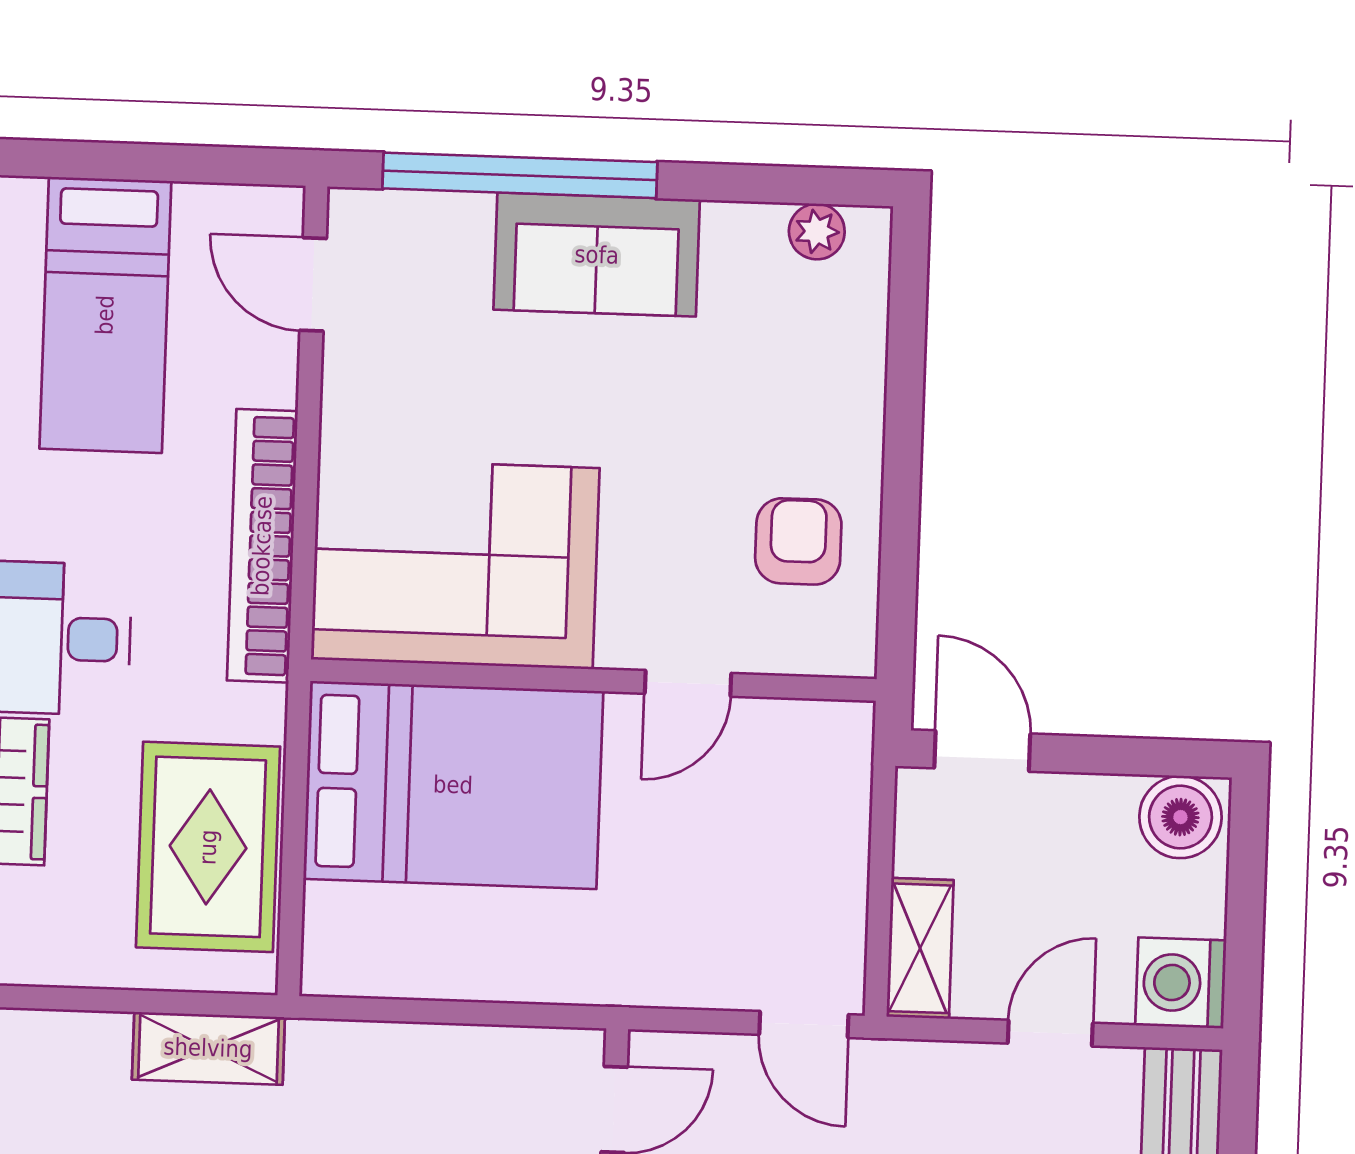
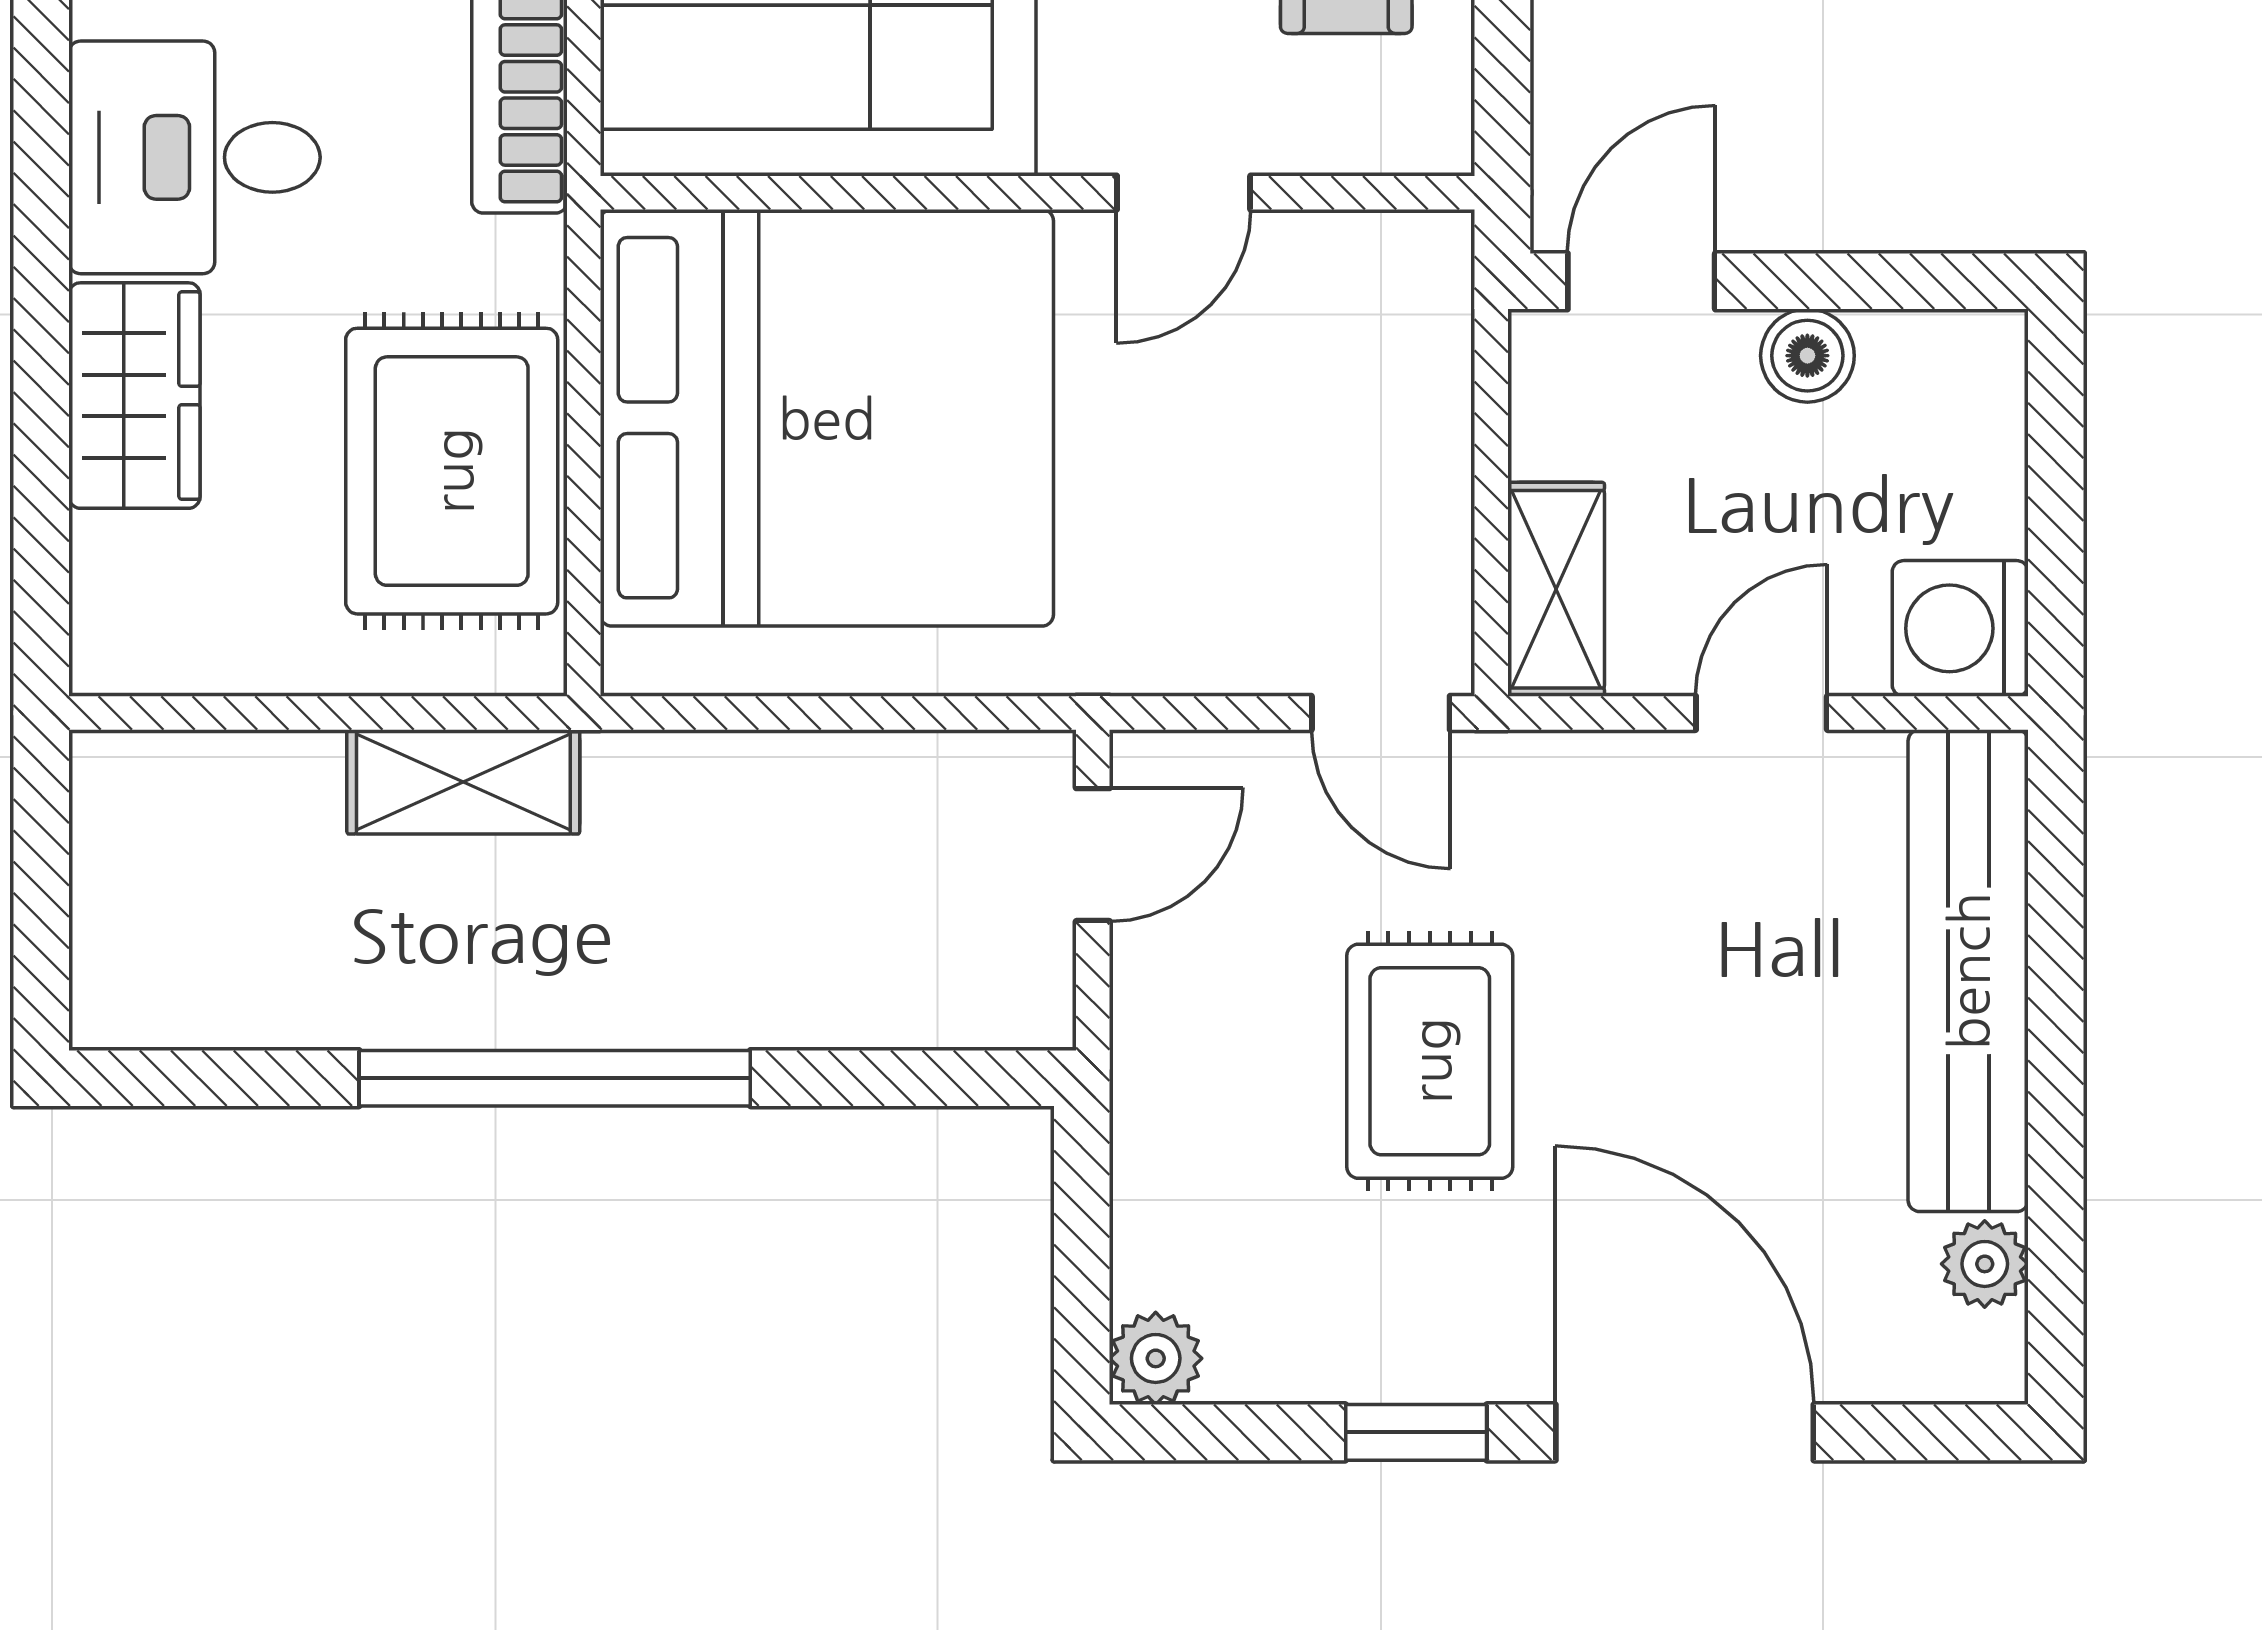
door: (982, 751) -> (1641, 281), hinge flipped
bed: (453, 785) -> (827, 418), width x1.36
boiler: (1180, 817) -> (1807, 356), moved, width x0.73, depth x0.73

